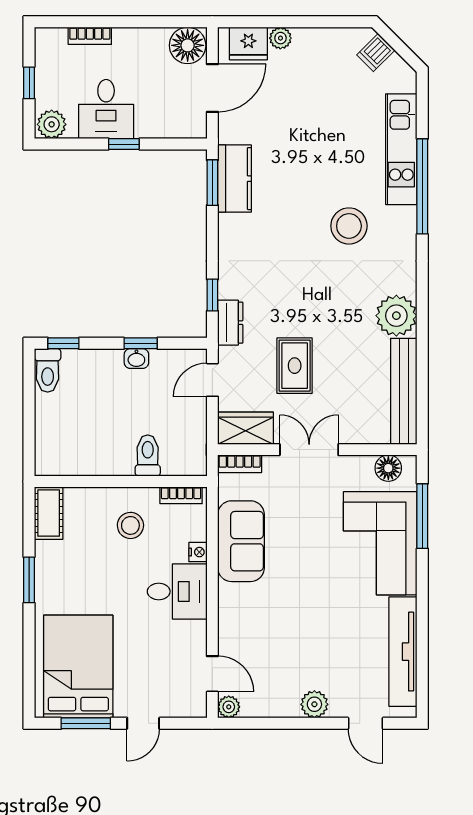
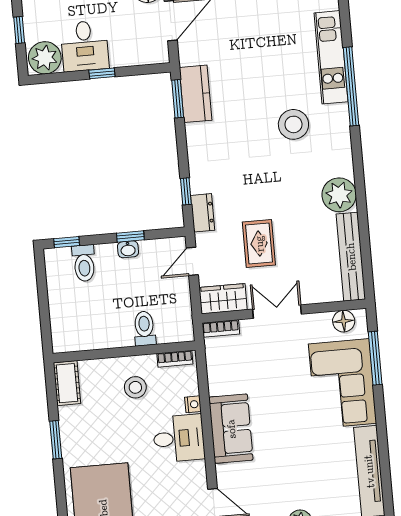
plant: (52, 124) -> (45, 58), width x1.36, depth x1.36
toilet: (48, 370) -> (84, 263), moved
sofa: (241, 541) -> (231, 429), moved

